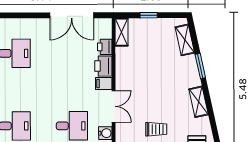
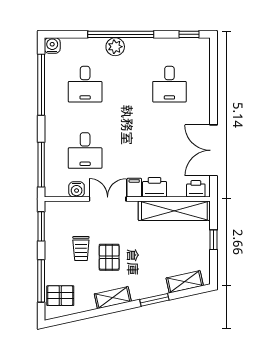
shelving: (121, 32) -> (174, 211), width x2.20, depth x1.33
printer: (105, 47) -> (196, 189), moved
pallet: (164, 105) -> (109, 257), added
double door: (114, 106) -> (108, 199), swing flipped

